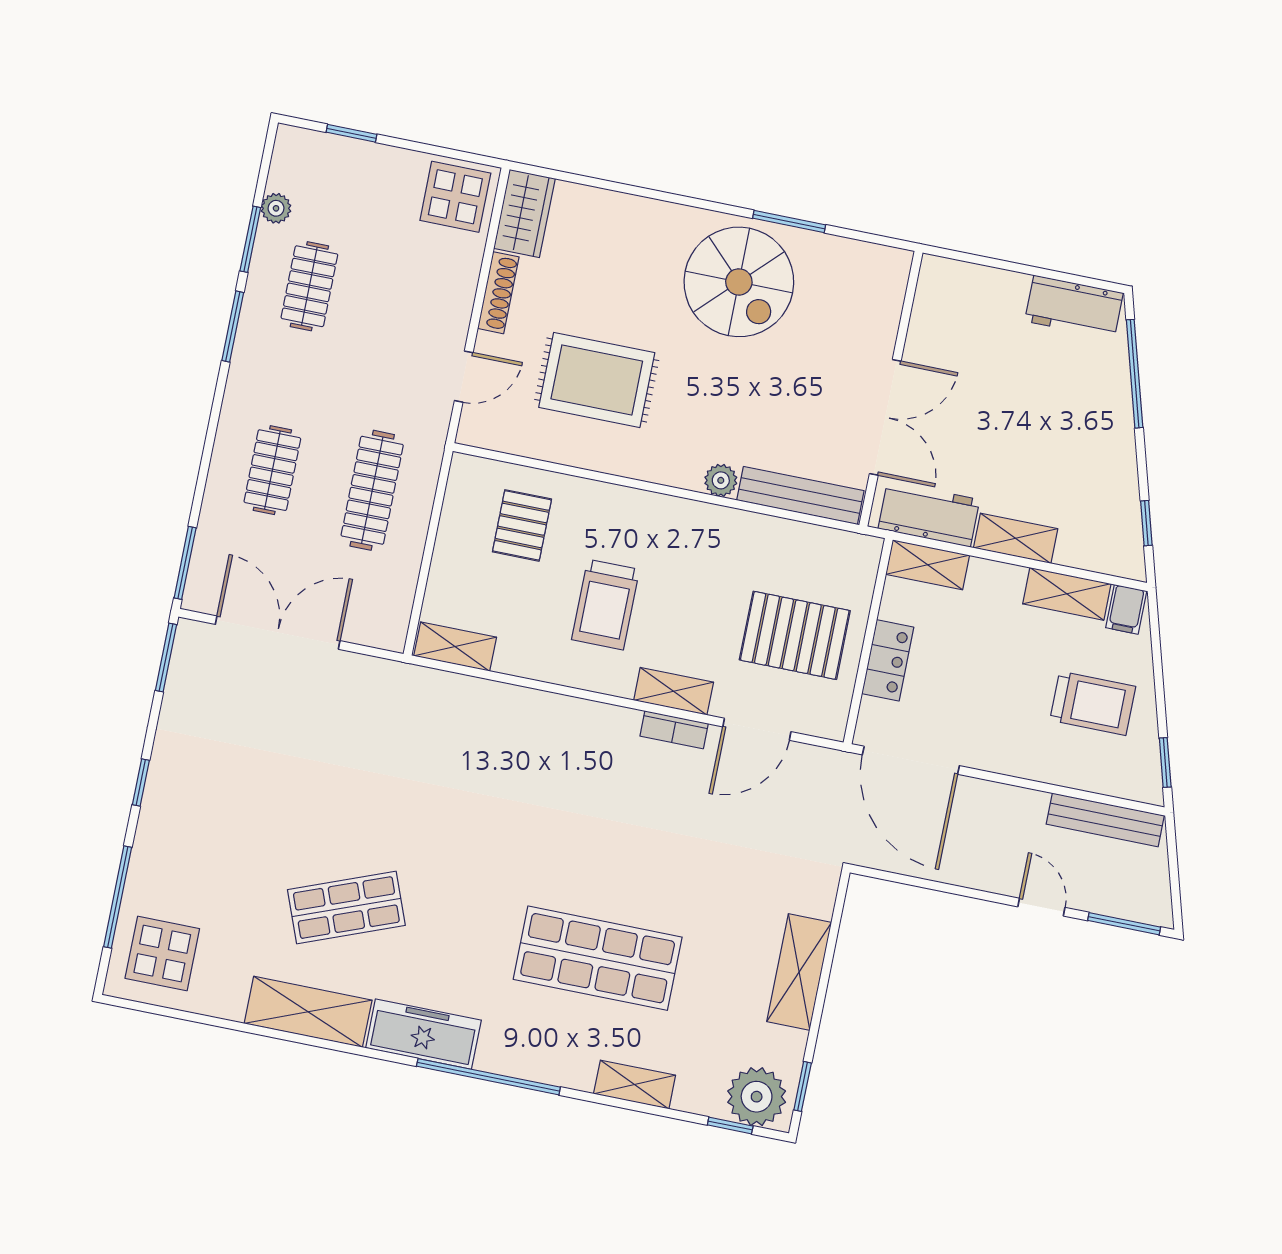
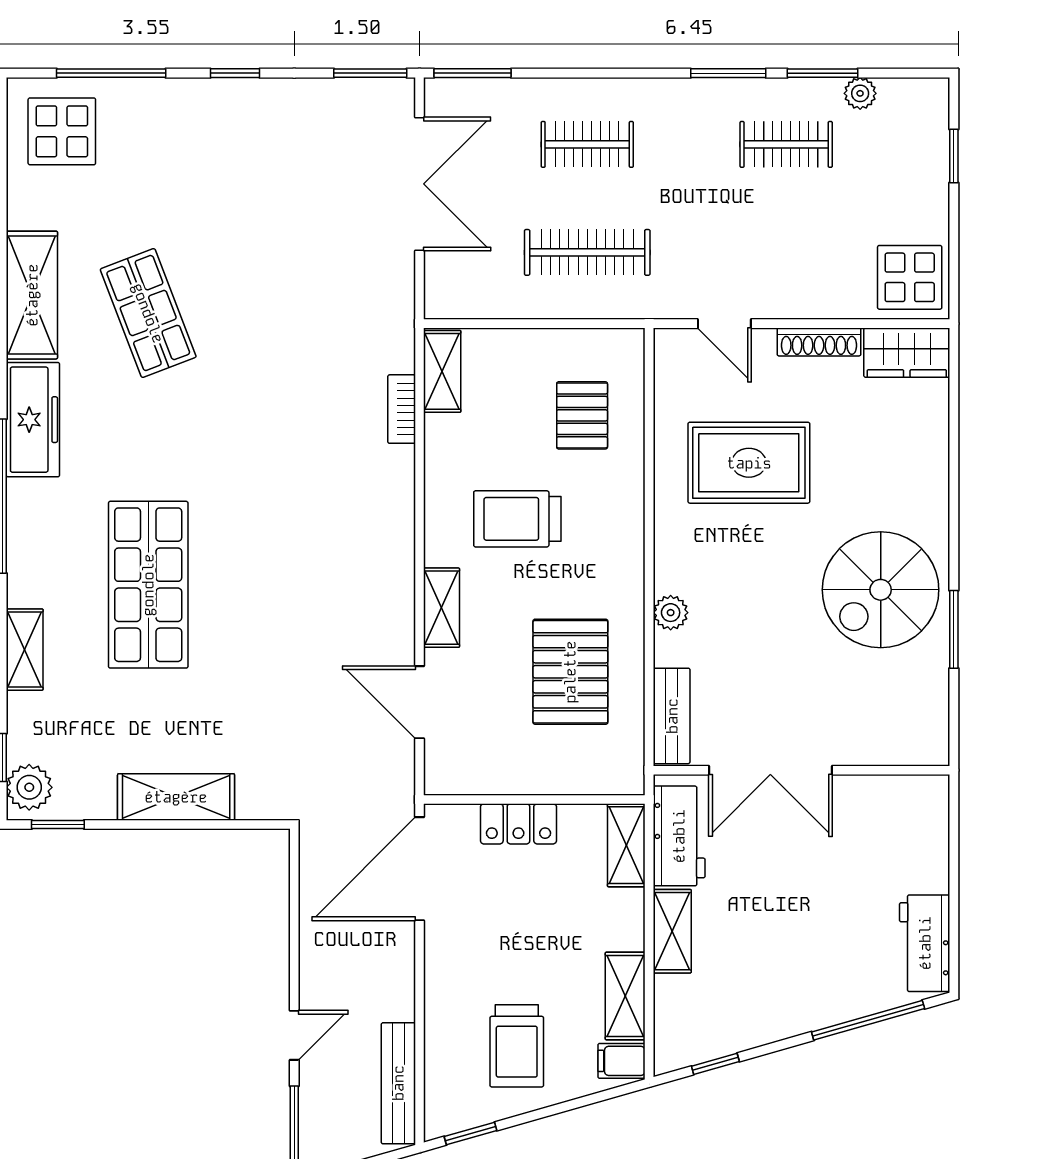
rug: (597, 380) -> (749, 463), turned 90
bench: (800, 495) -> (672, 716), width x0.73
pallet: (522, 525) -> (582, 415), turned 90
pallet: (795, 635) -> (570, 672), moved
bookcase: (674, 730) -> (402, 409), moved
plant: (757, 1097) -> (29, 787), width x0.73, depth x0.73

